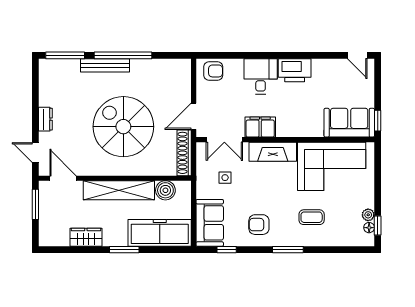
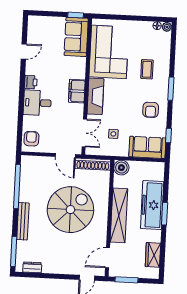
window: (123, 55) -> (17, 187), moved
door: (357, 55) -> (24, 52), moved
printer: (295, 70) -> (31, 82), width x0.53, depth x0.68
dresser: (45, 119) -> (32, 267), moved
spiral stairs: (123, 127) -> (70, 210), turned 180
filing cabinet: (260, 127) -> (77, 91), moved
boiler: (165, 190) -> (121, 168), moved
plant: (368, 215) -> (167, 27), moved
window: (378, 226) -> (156, 19), removed
freezer: (160, 233) -> (152, 205), moved
wardrobe: (86, 237) -> (153, 255), moved

